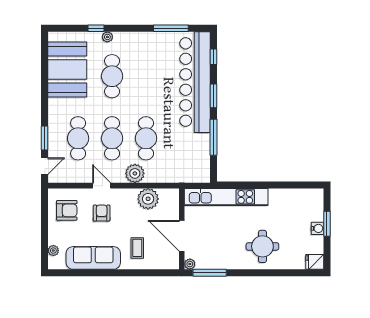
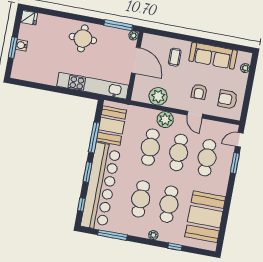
plant: (107, 37) -> (153, 235), moved
cafe table: (146, 76) -> (141, 199), added
booth: (196, 155) -> (111, 126), added
round table: (262, 246) -> (83, 38), moved

